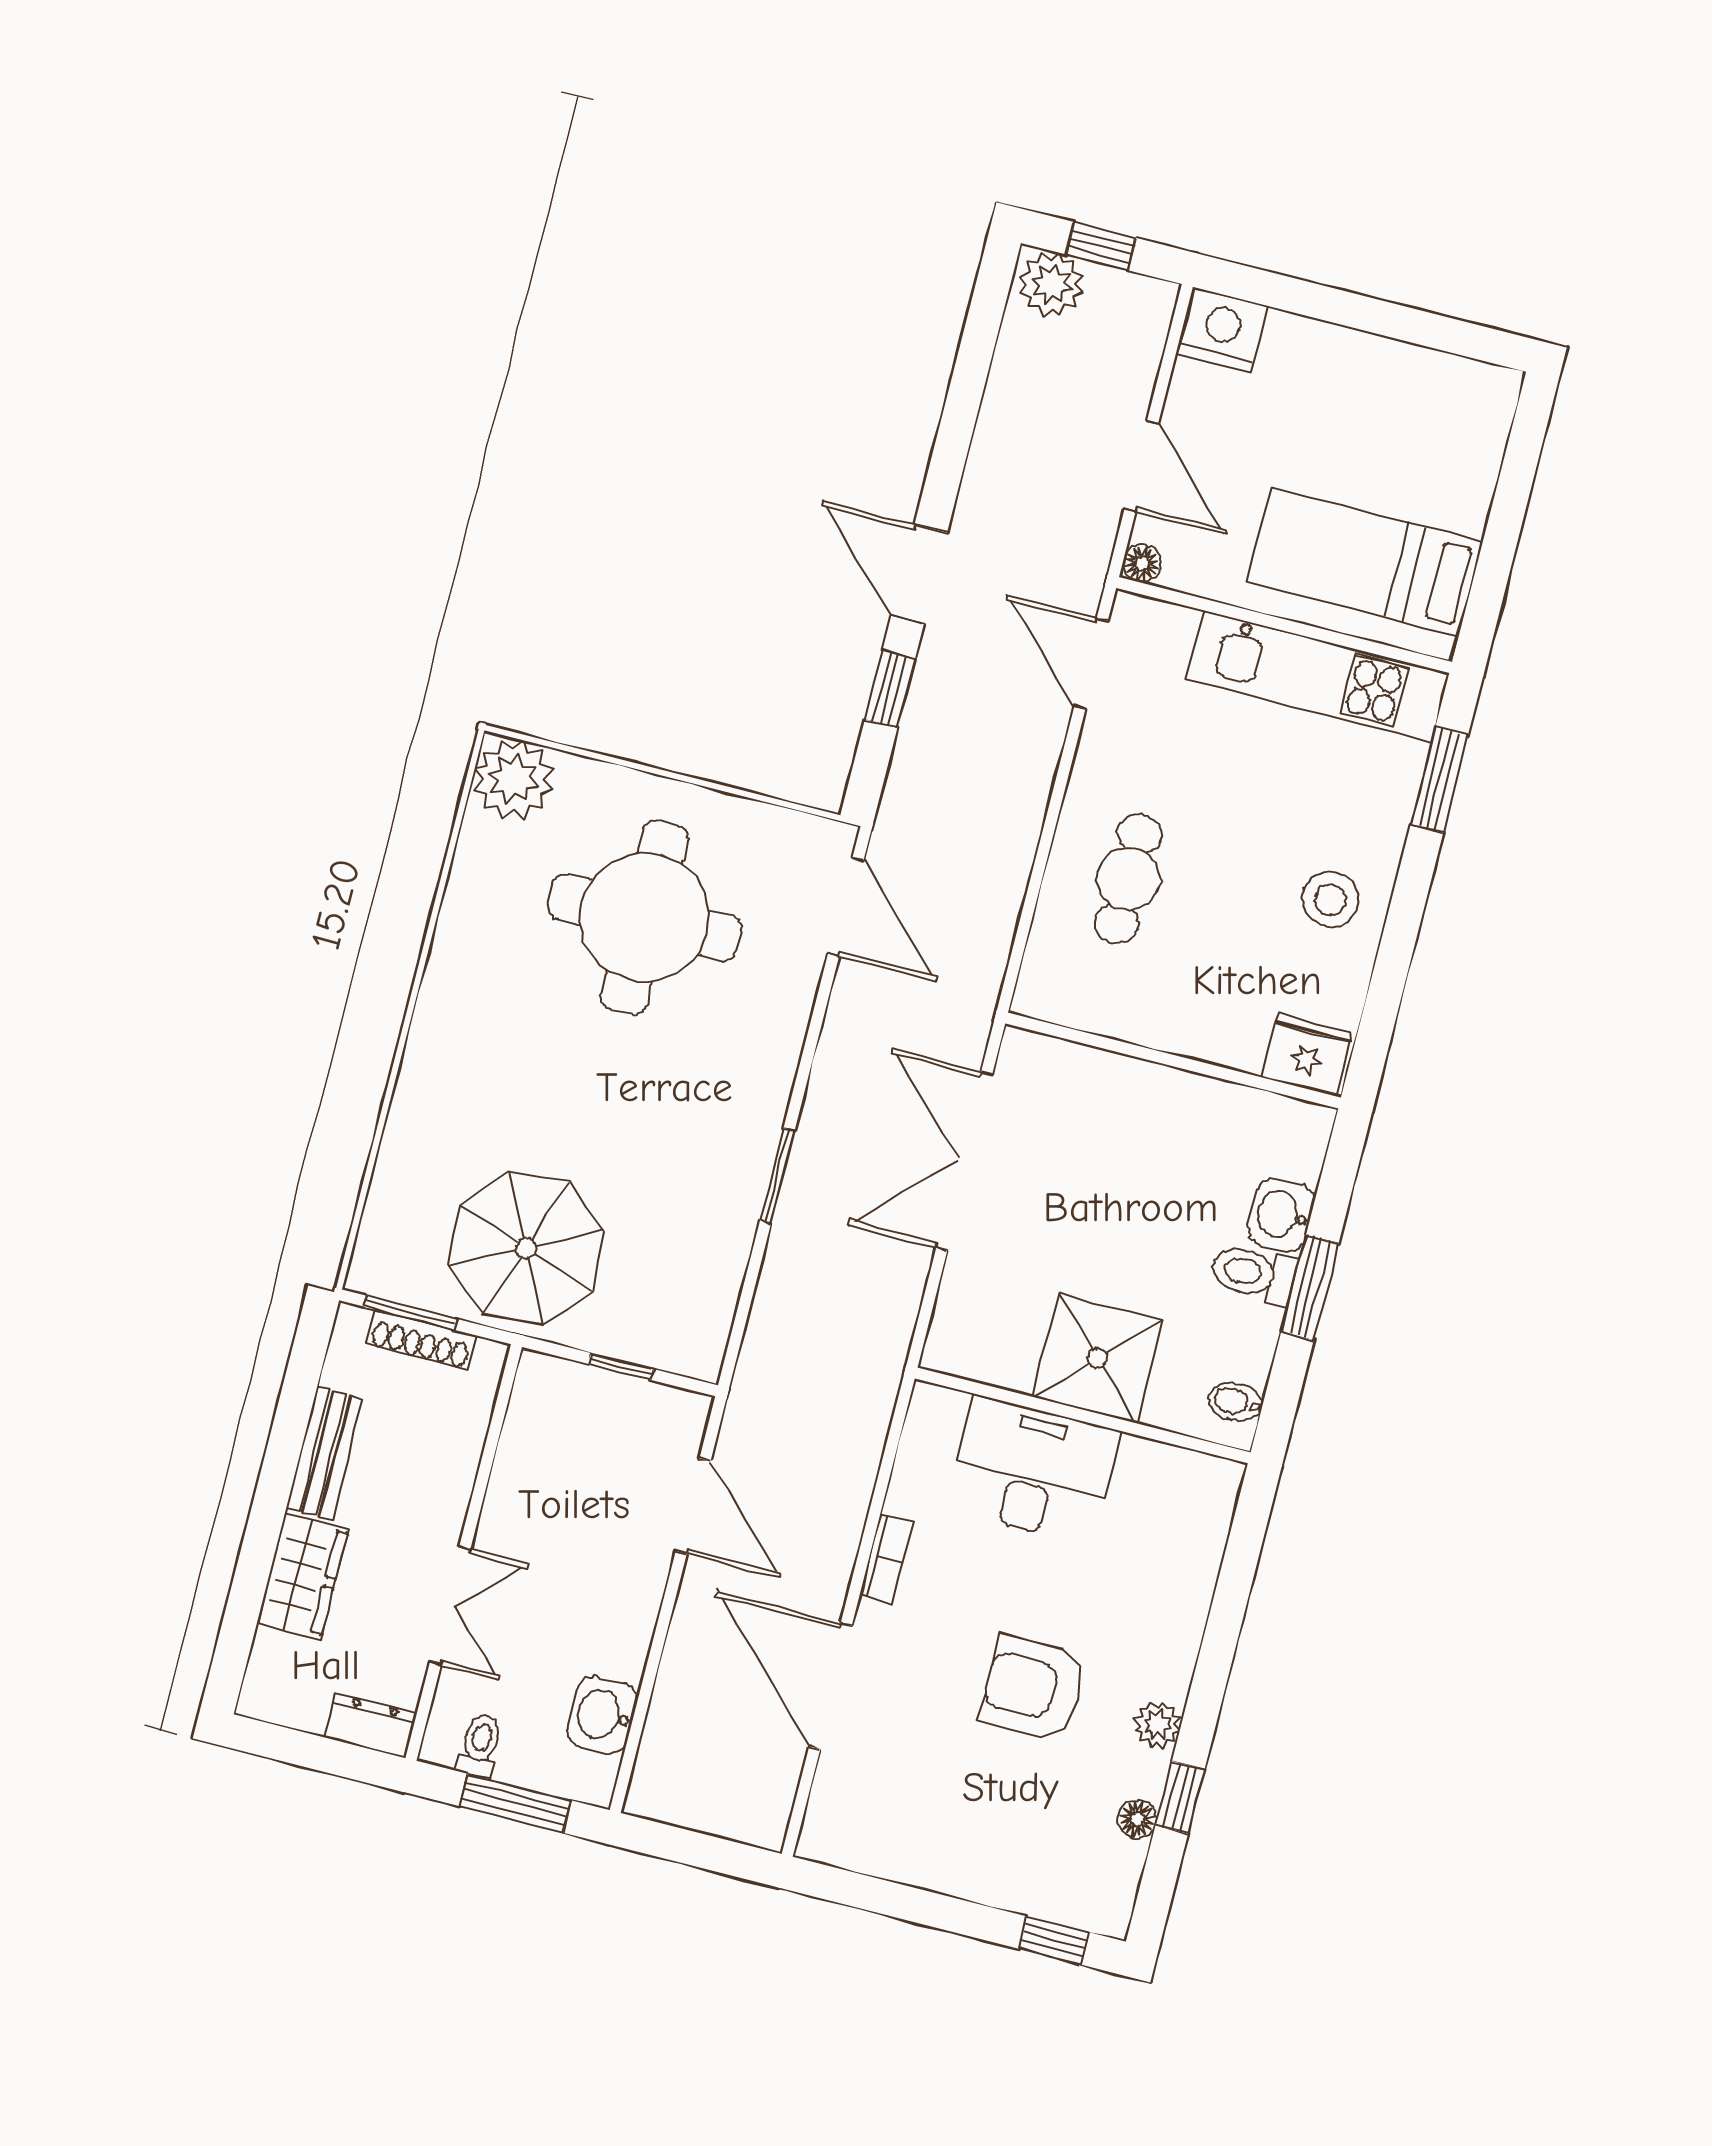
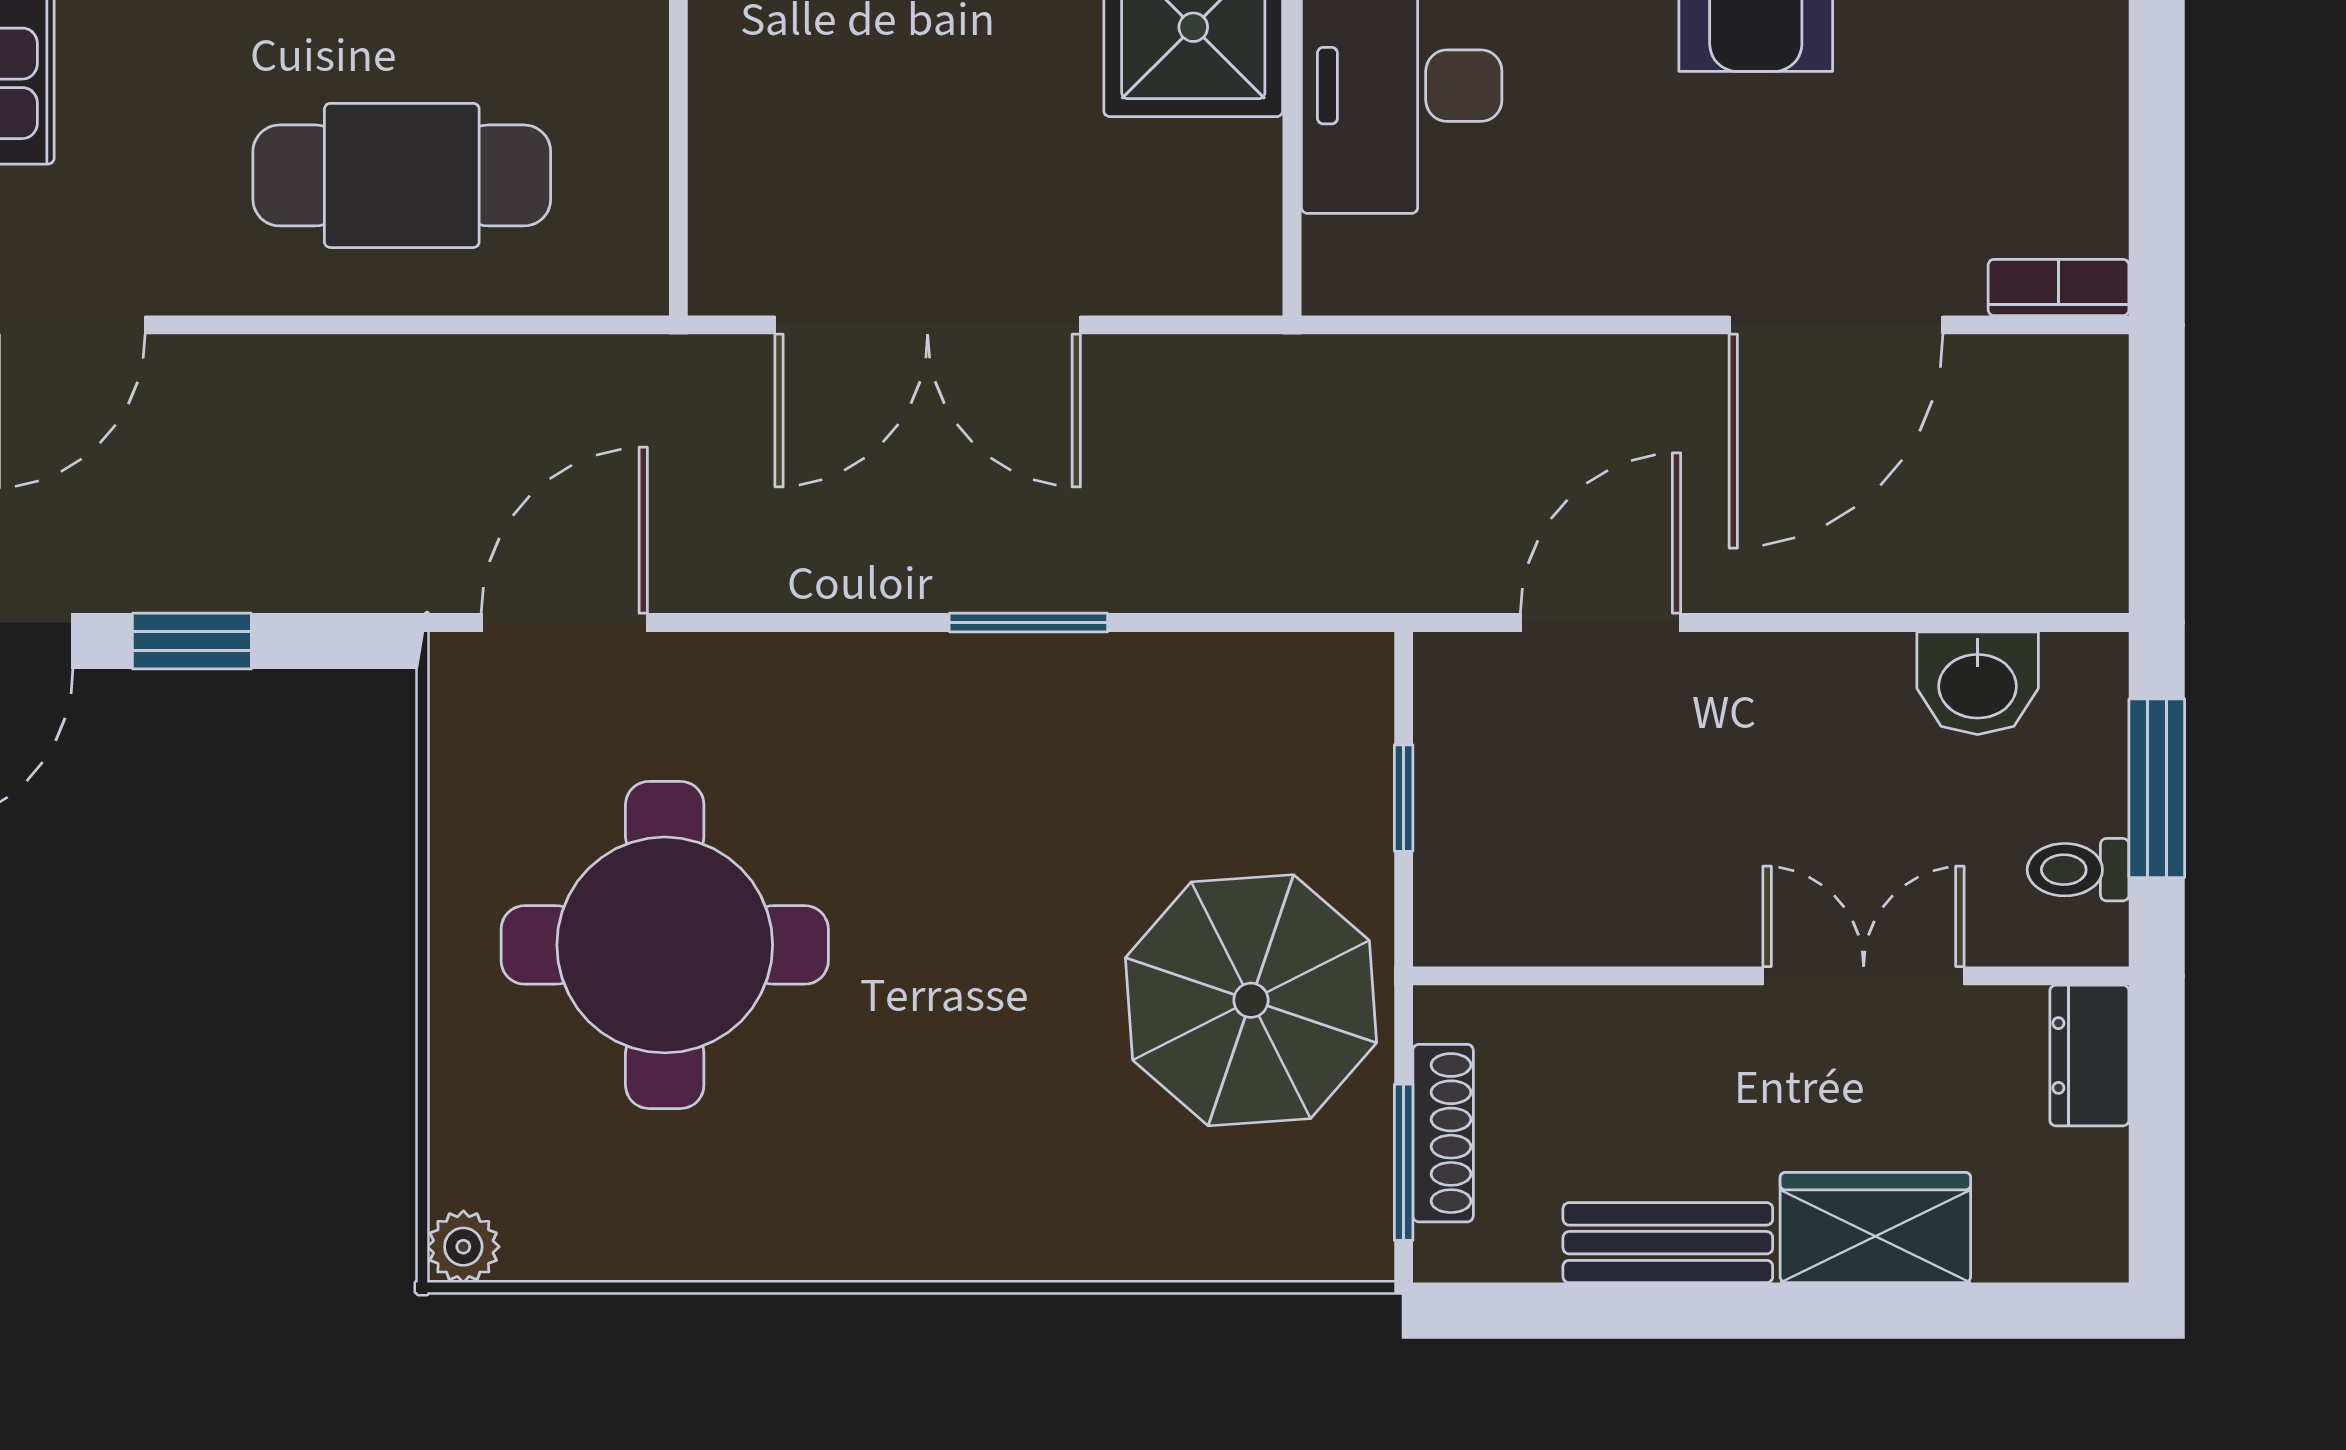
plant: (513, 779) -> (463, 1247), width x0.53, depth x0.53
cafe table: (1128, 879) -> (402, 175), width x1.37, depth x1.35
bookcase: (886, 1558) -> (2059, 287), moved

